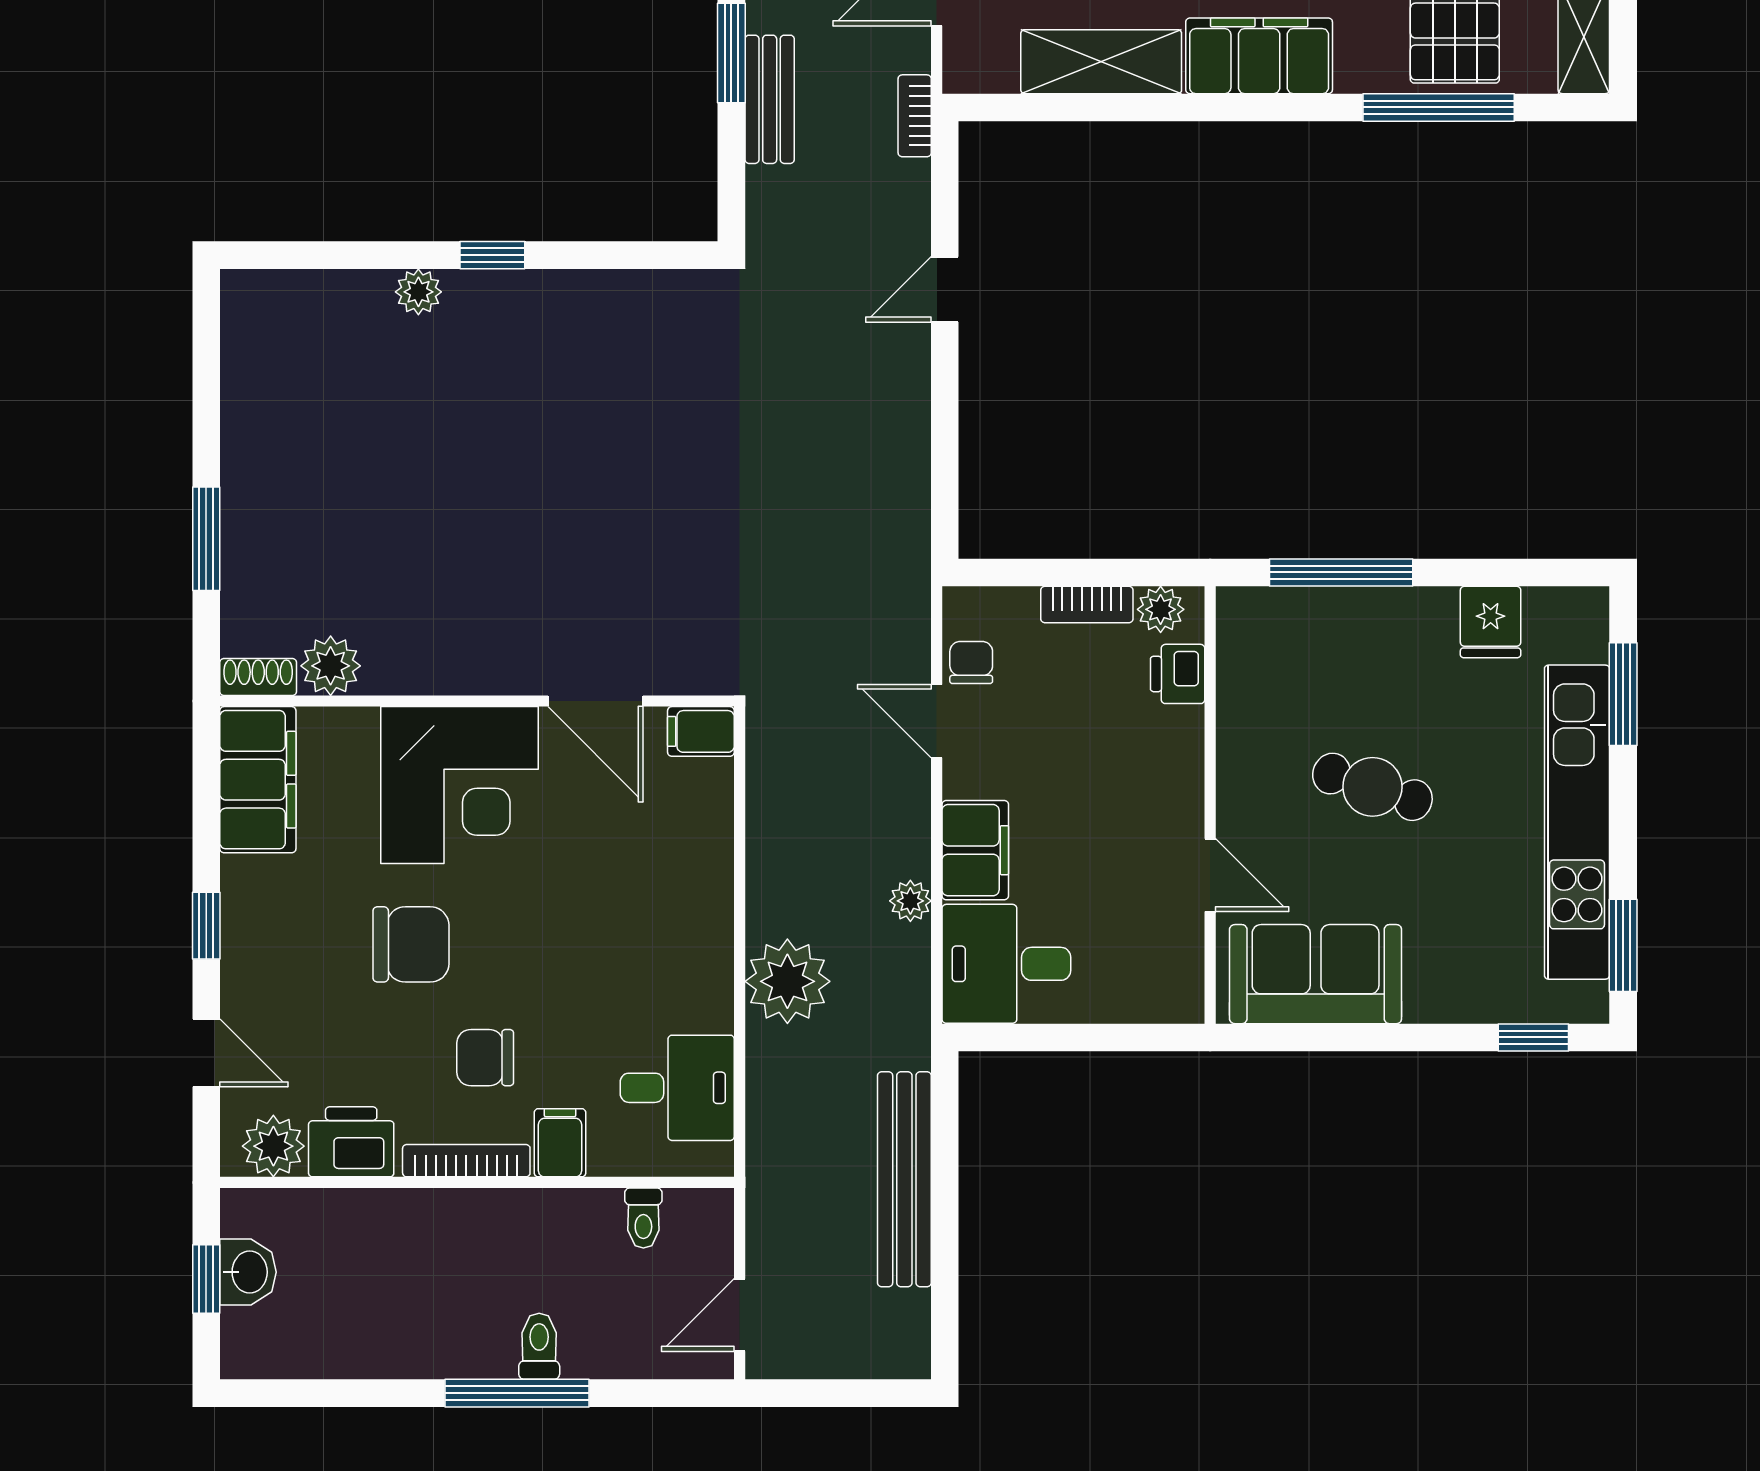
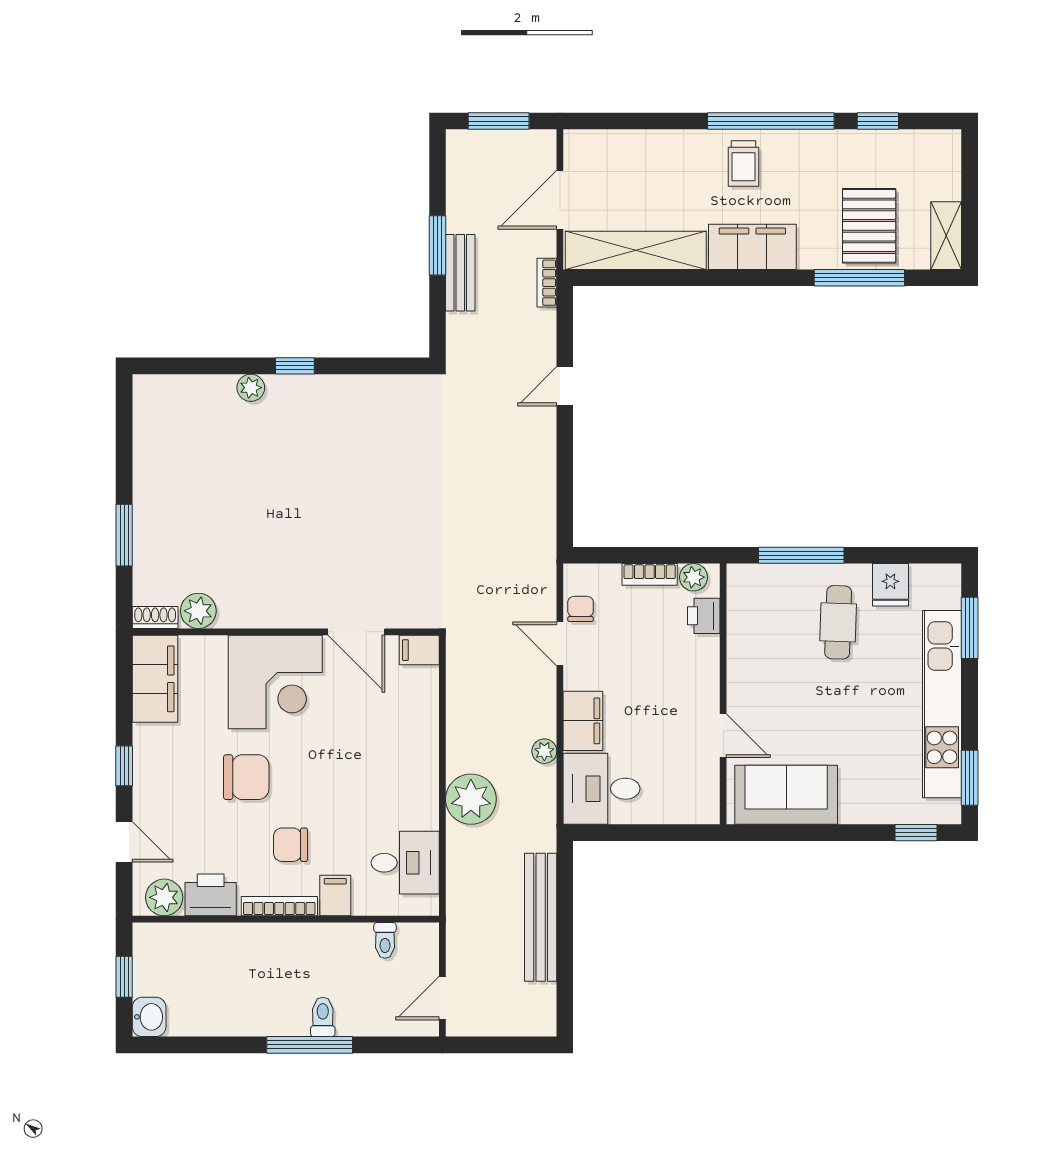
shelving: (1101, 62) -> (636, 250), width x1.47
cafe table: (1372, 787) -> (838, 622), moved, turned 74
washbasin: (248, 1272) -> (149, 1017), moved

